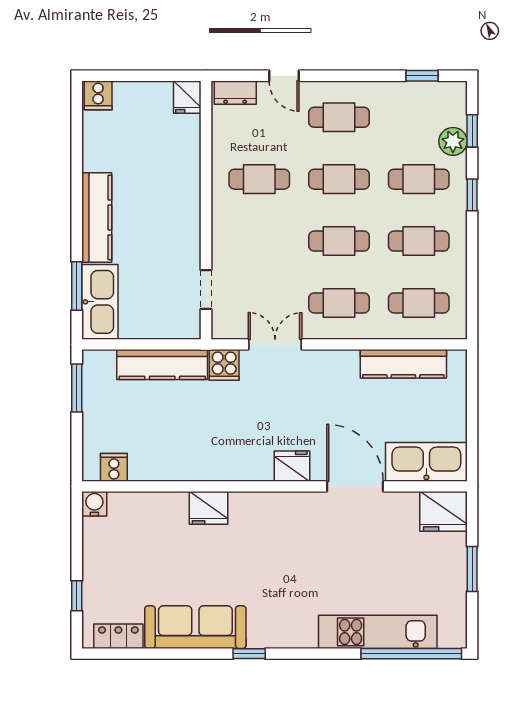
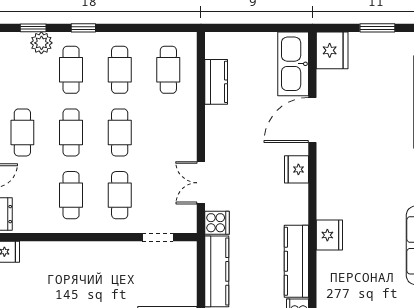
cafe table: (339, 303) -> (120, 195), moved
kitchen counter: (403, 364) -> (216, 82), width x0.67
kitchen counter: (175, 466) -> (296, 261), added

